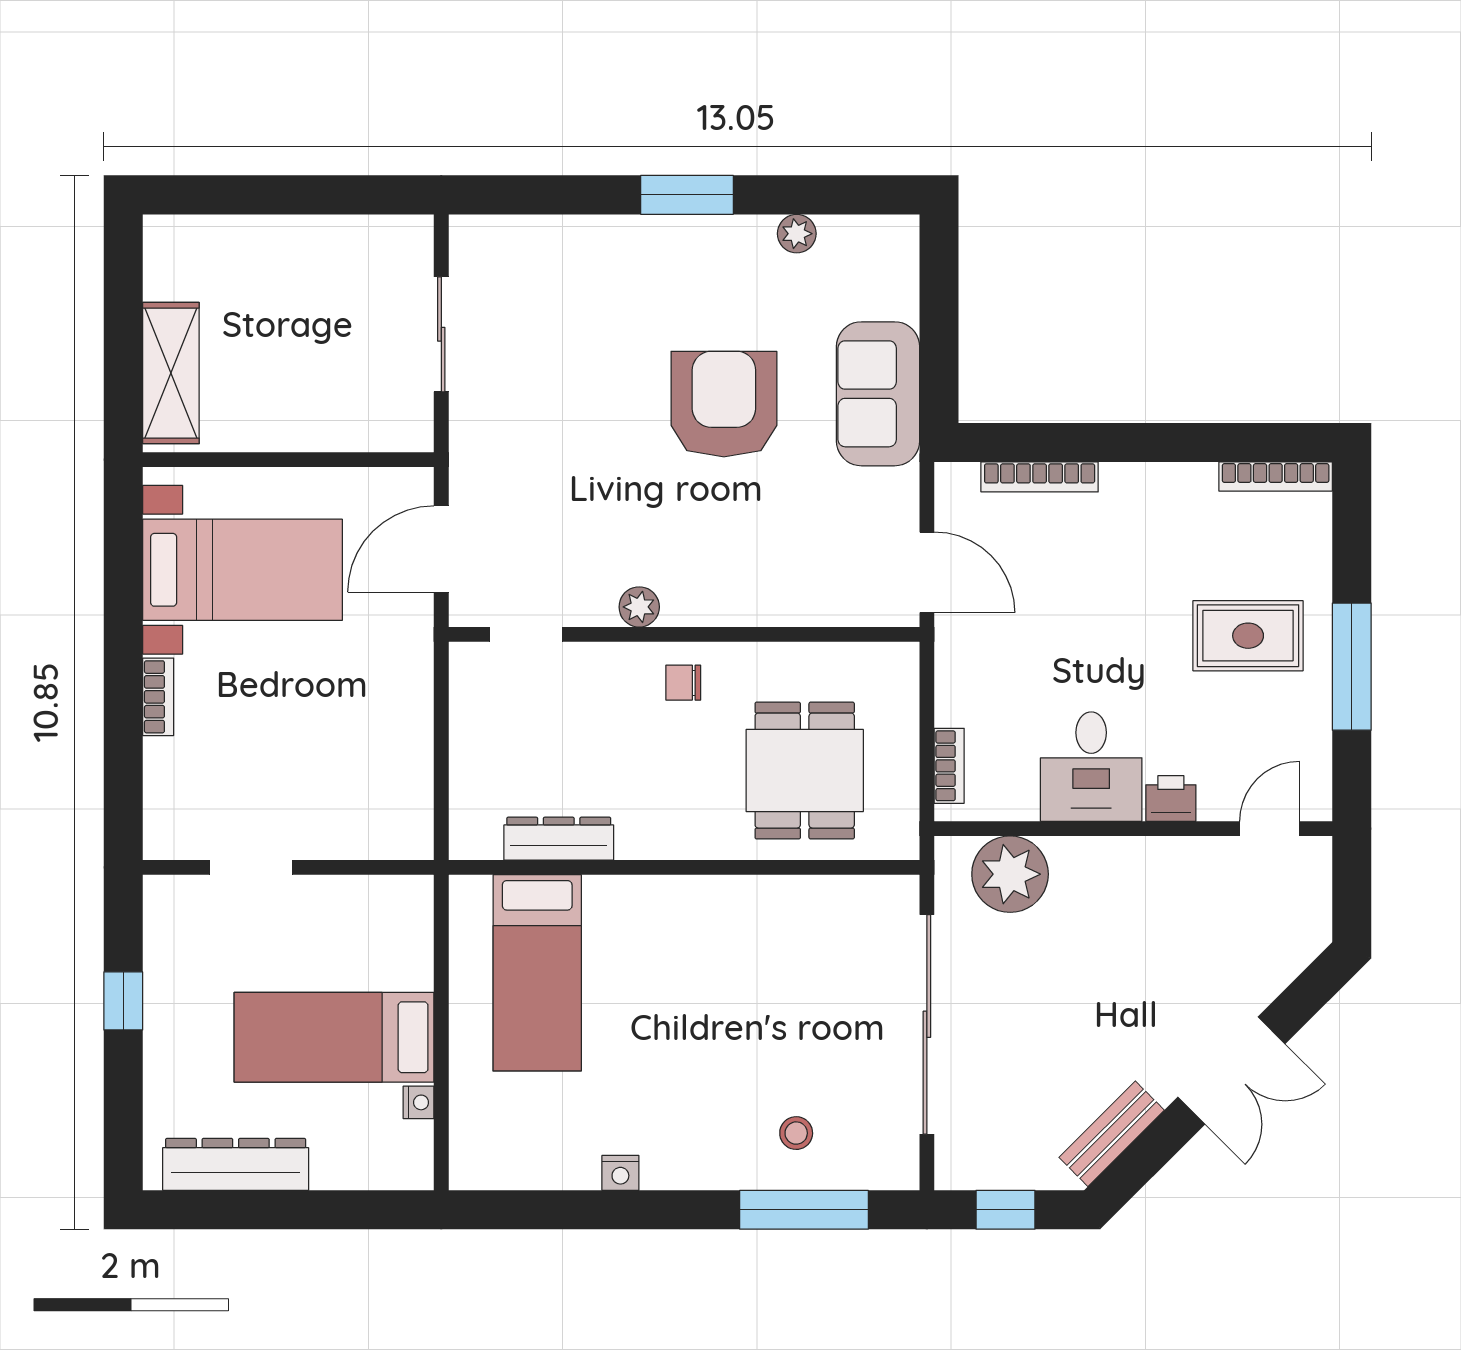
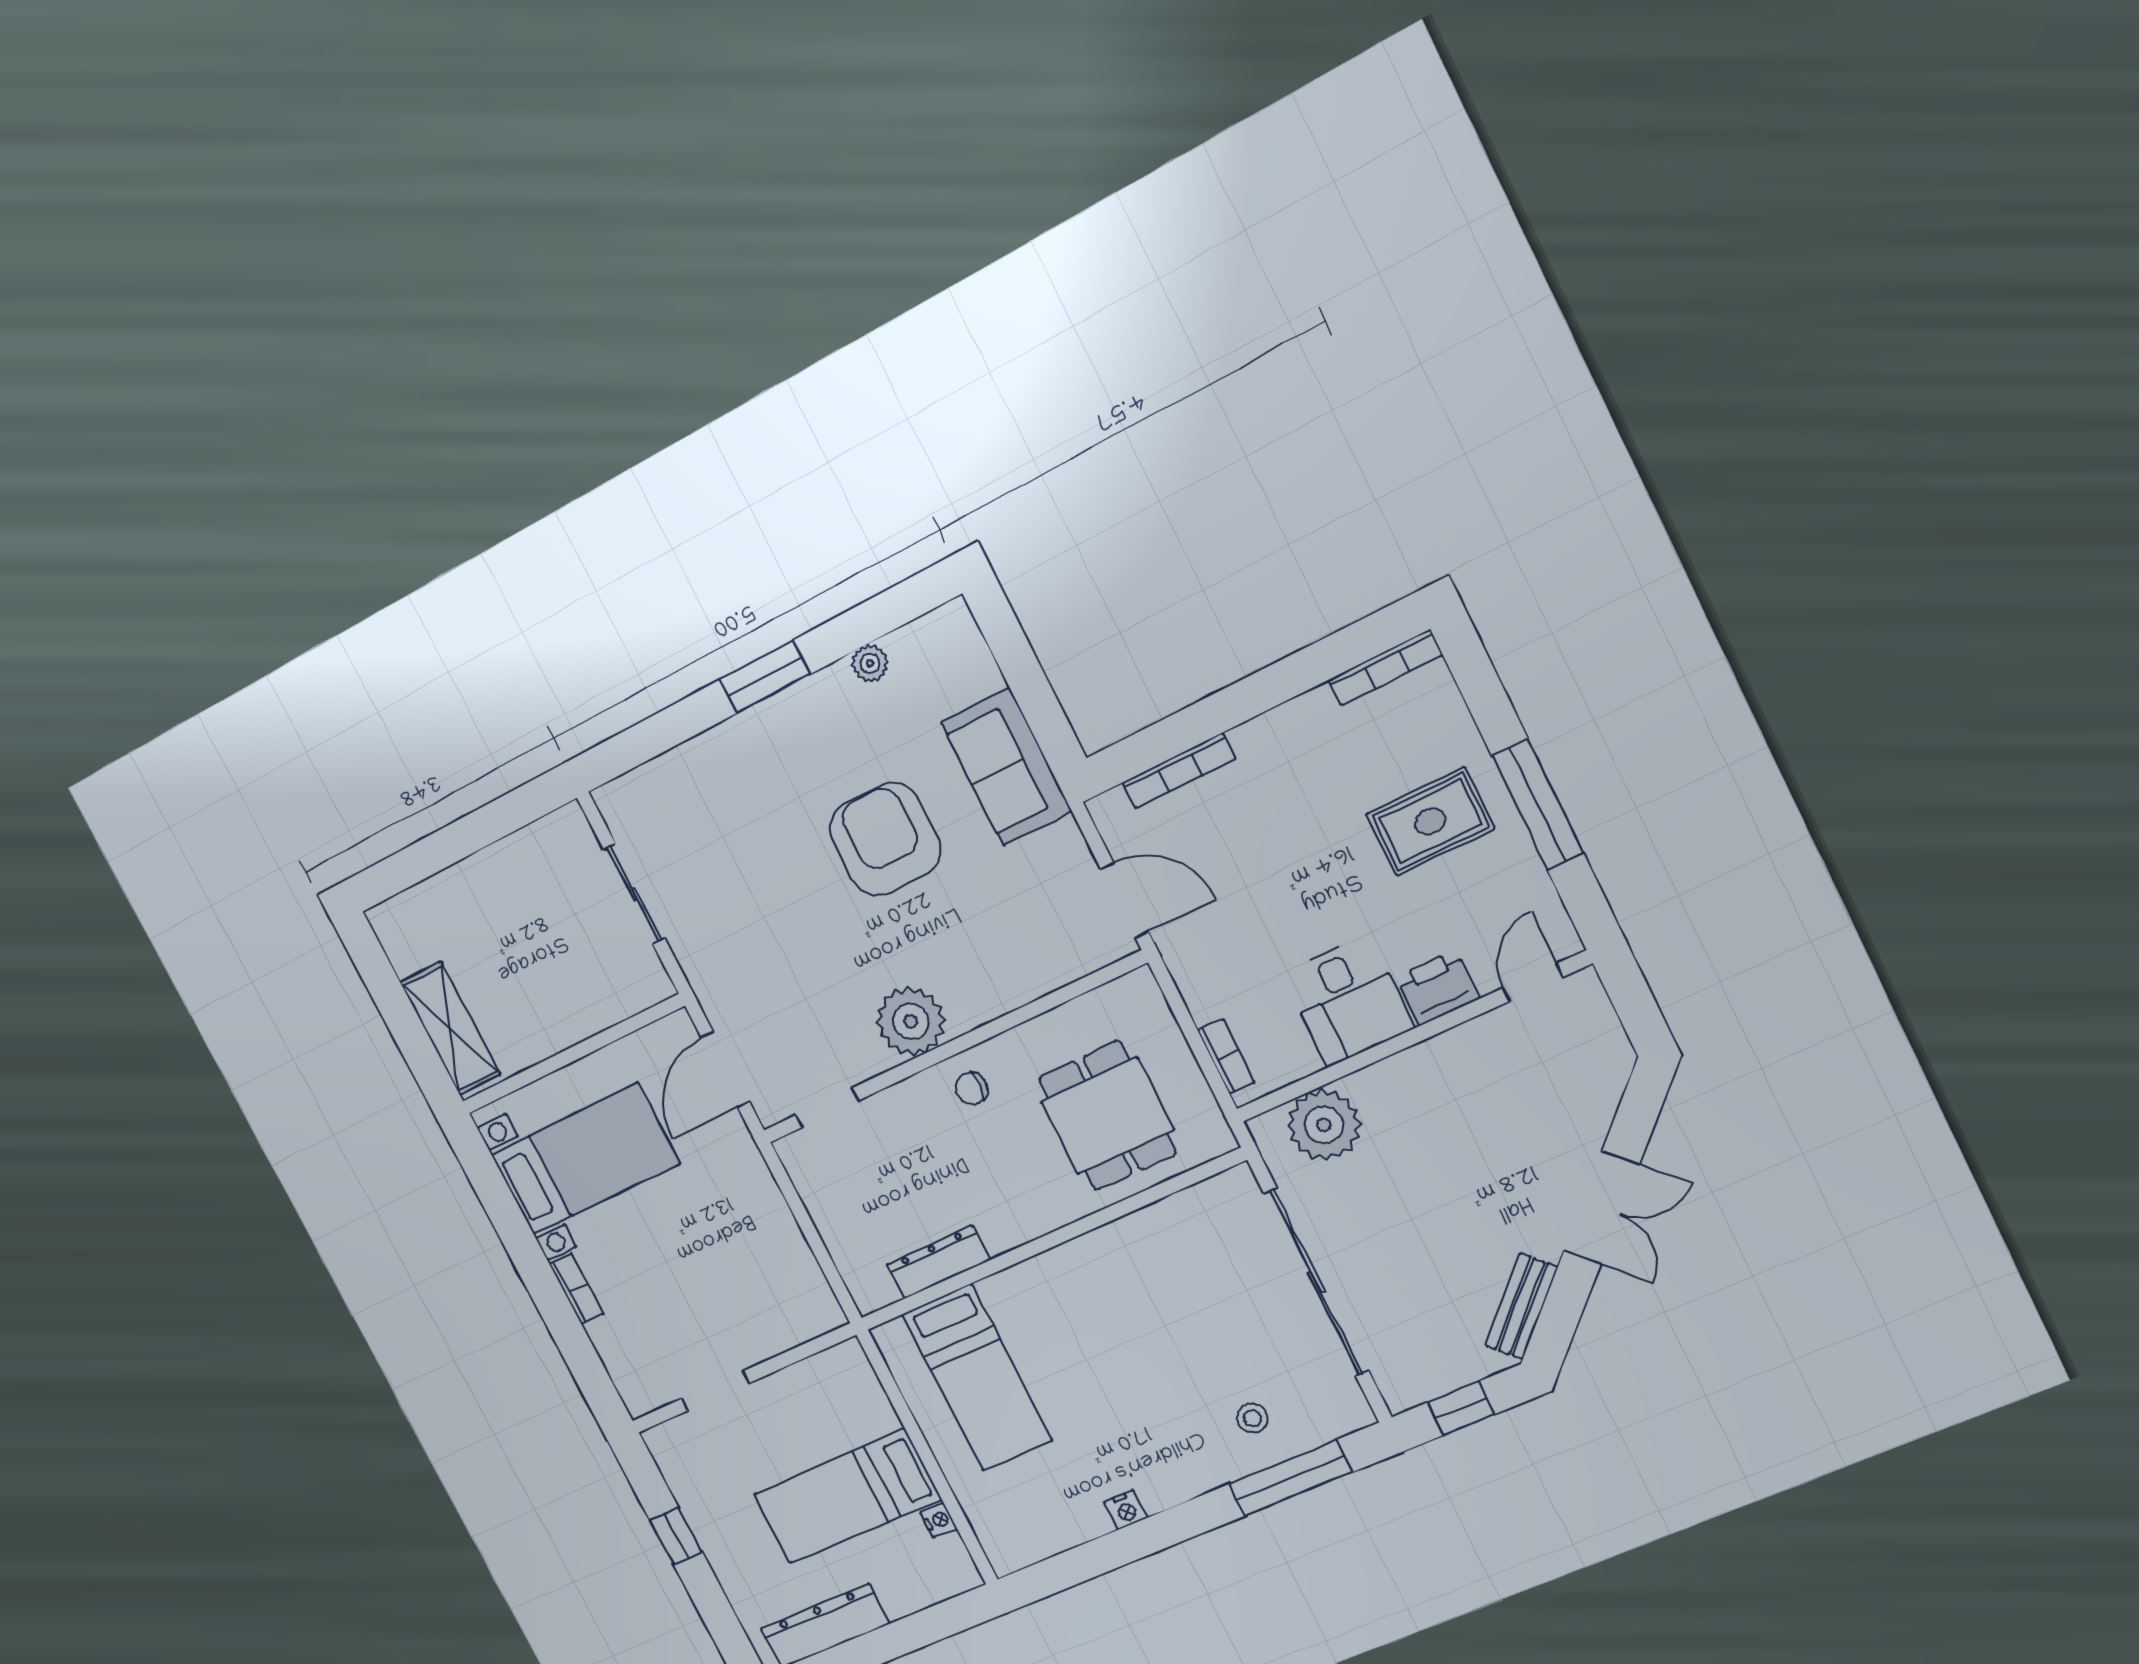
plant: (639, 607) -> (911, 1021), width x1.87, depth x1.87
printer: (1171, 799) -> (1438, 988), width x1.36, depth x1.24

